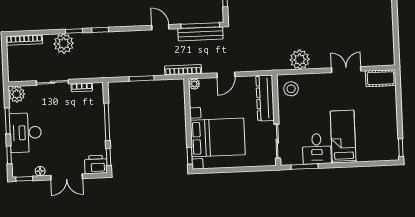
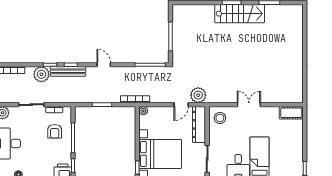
door: (160, 27) -> (104, 65), moved
bench: (200, 34) -> (68, 71), moved
plant: (300, 60) -> (198, 95), moved
double door: (346, 70) -> (249, 105), moved
door: (226, 75) -> (181, 105), moved
armchair: (83, 115) -> (55, 131), added

